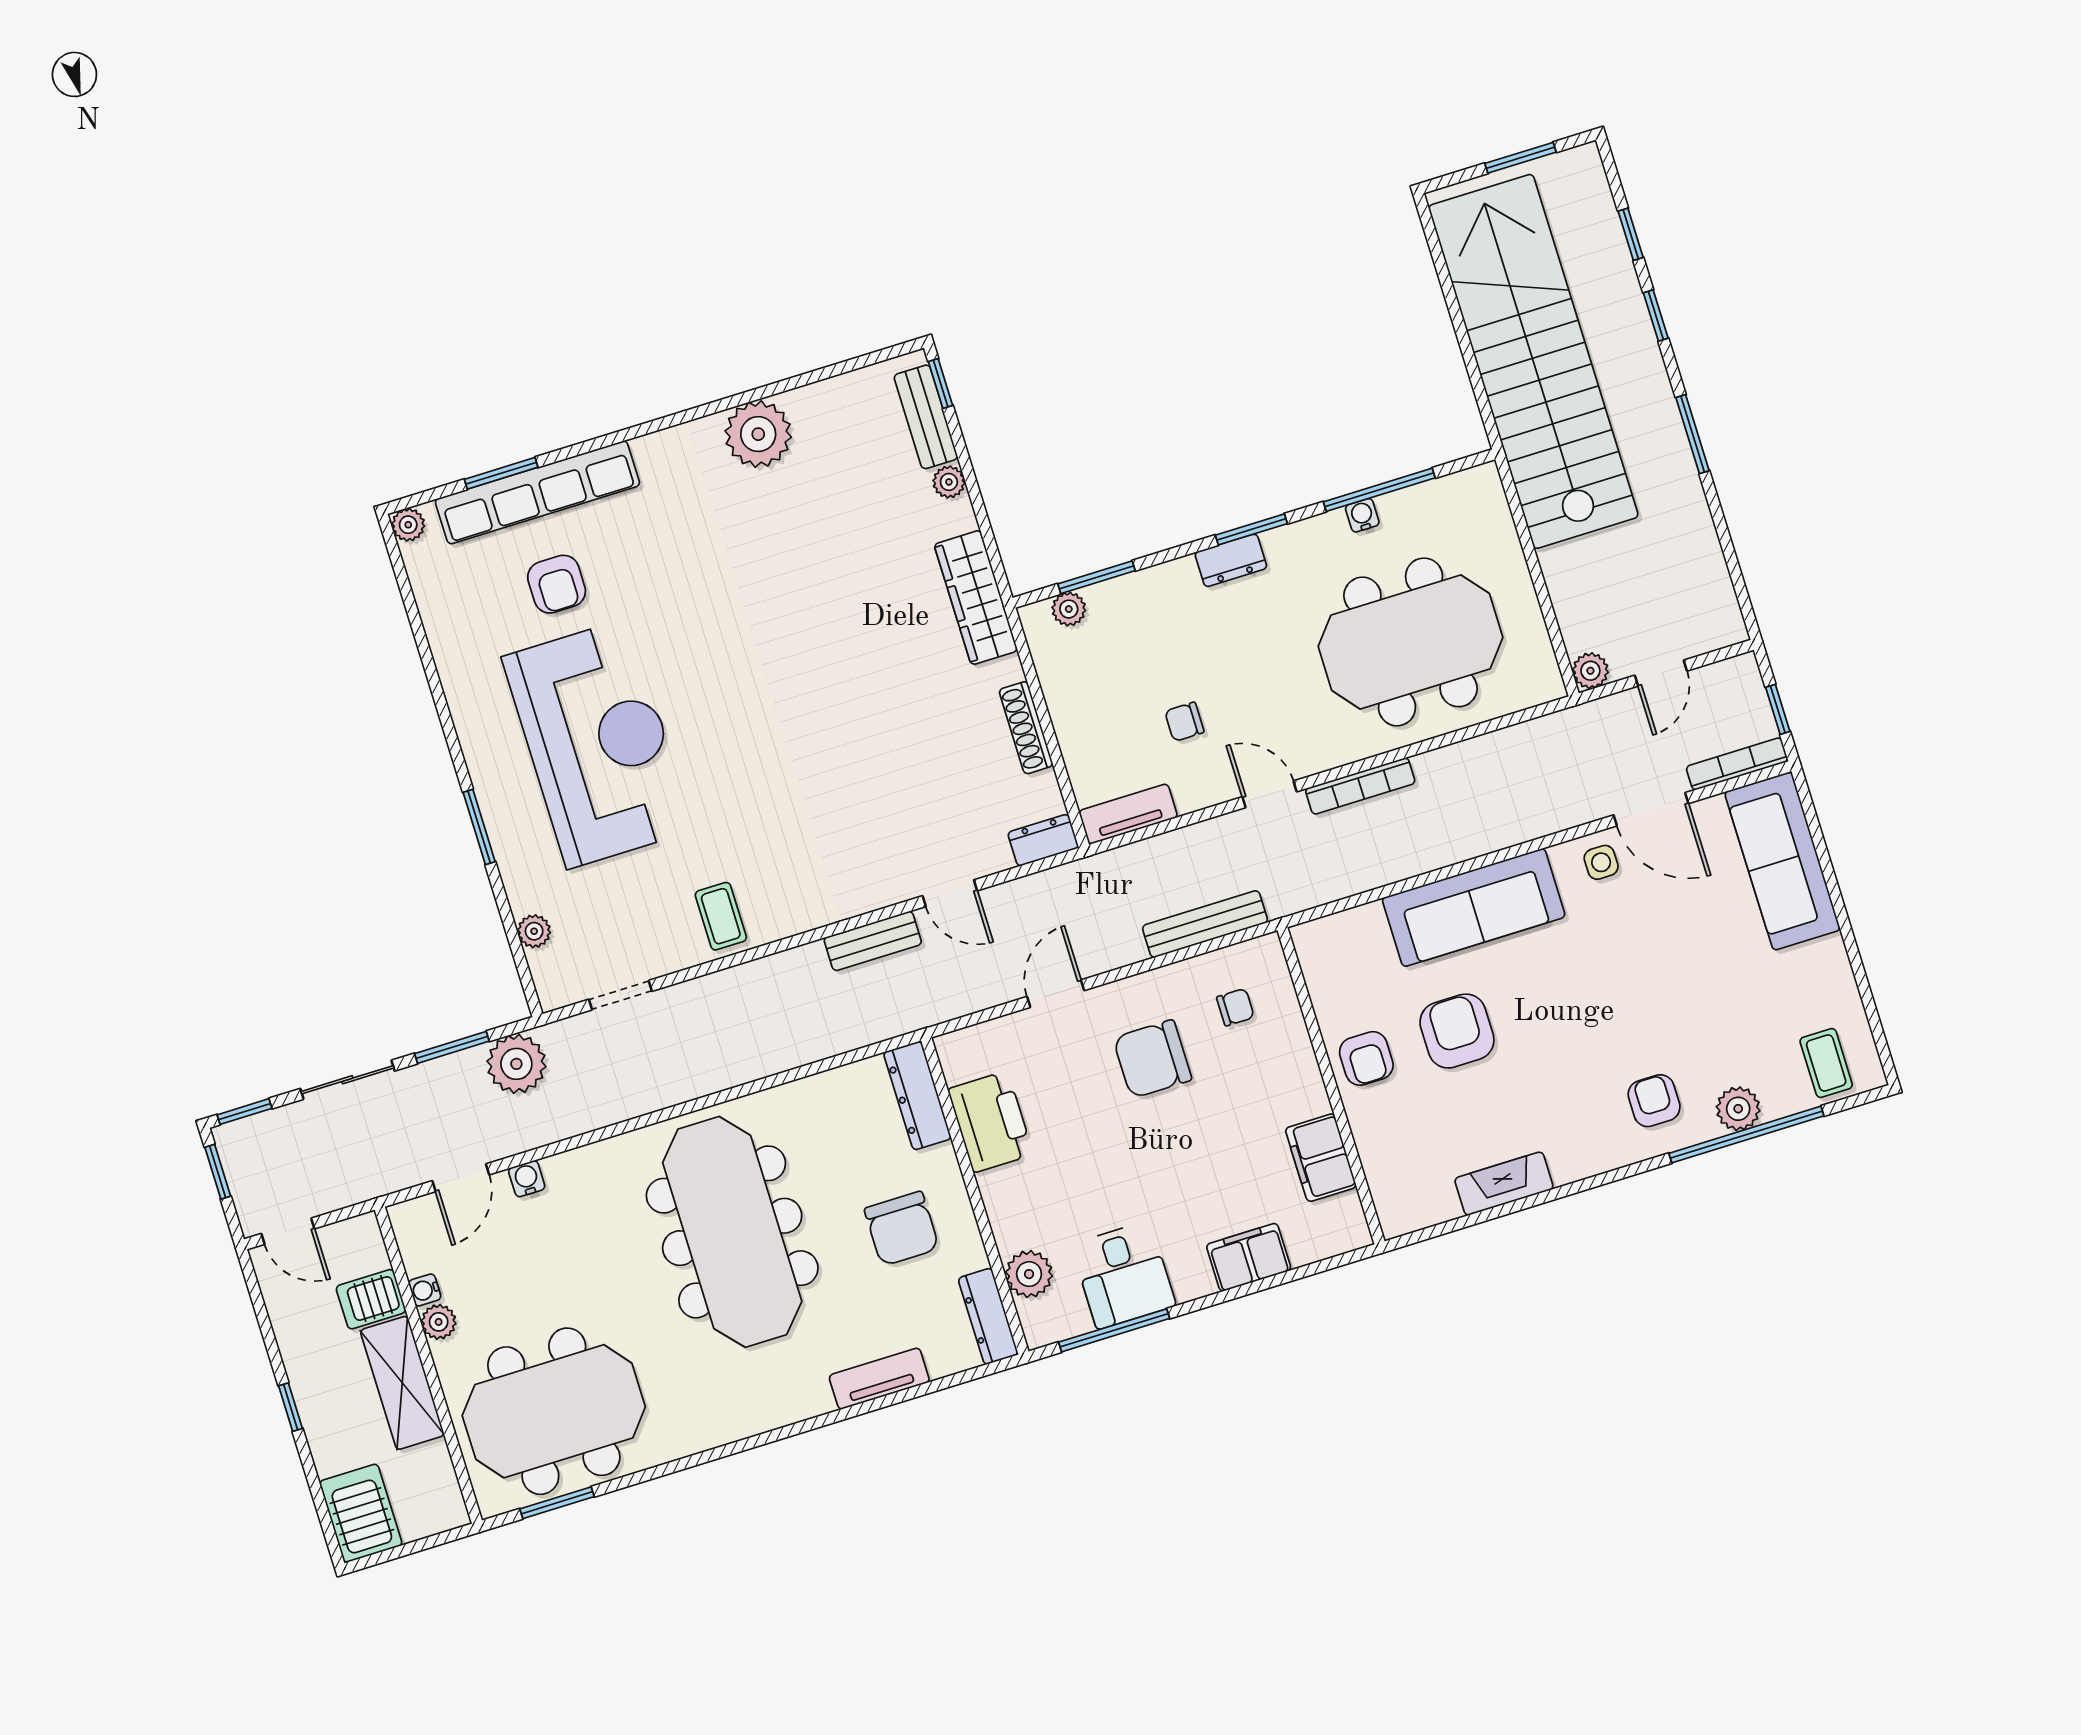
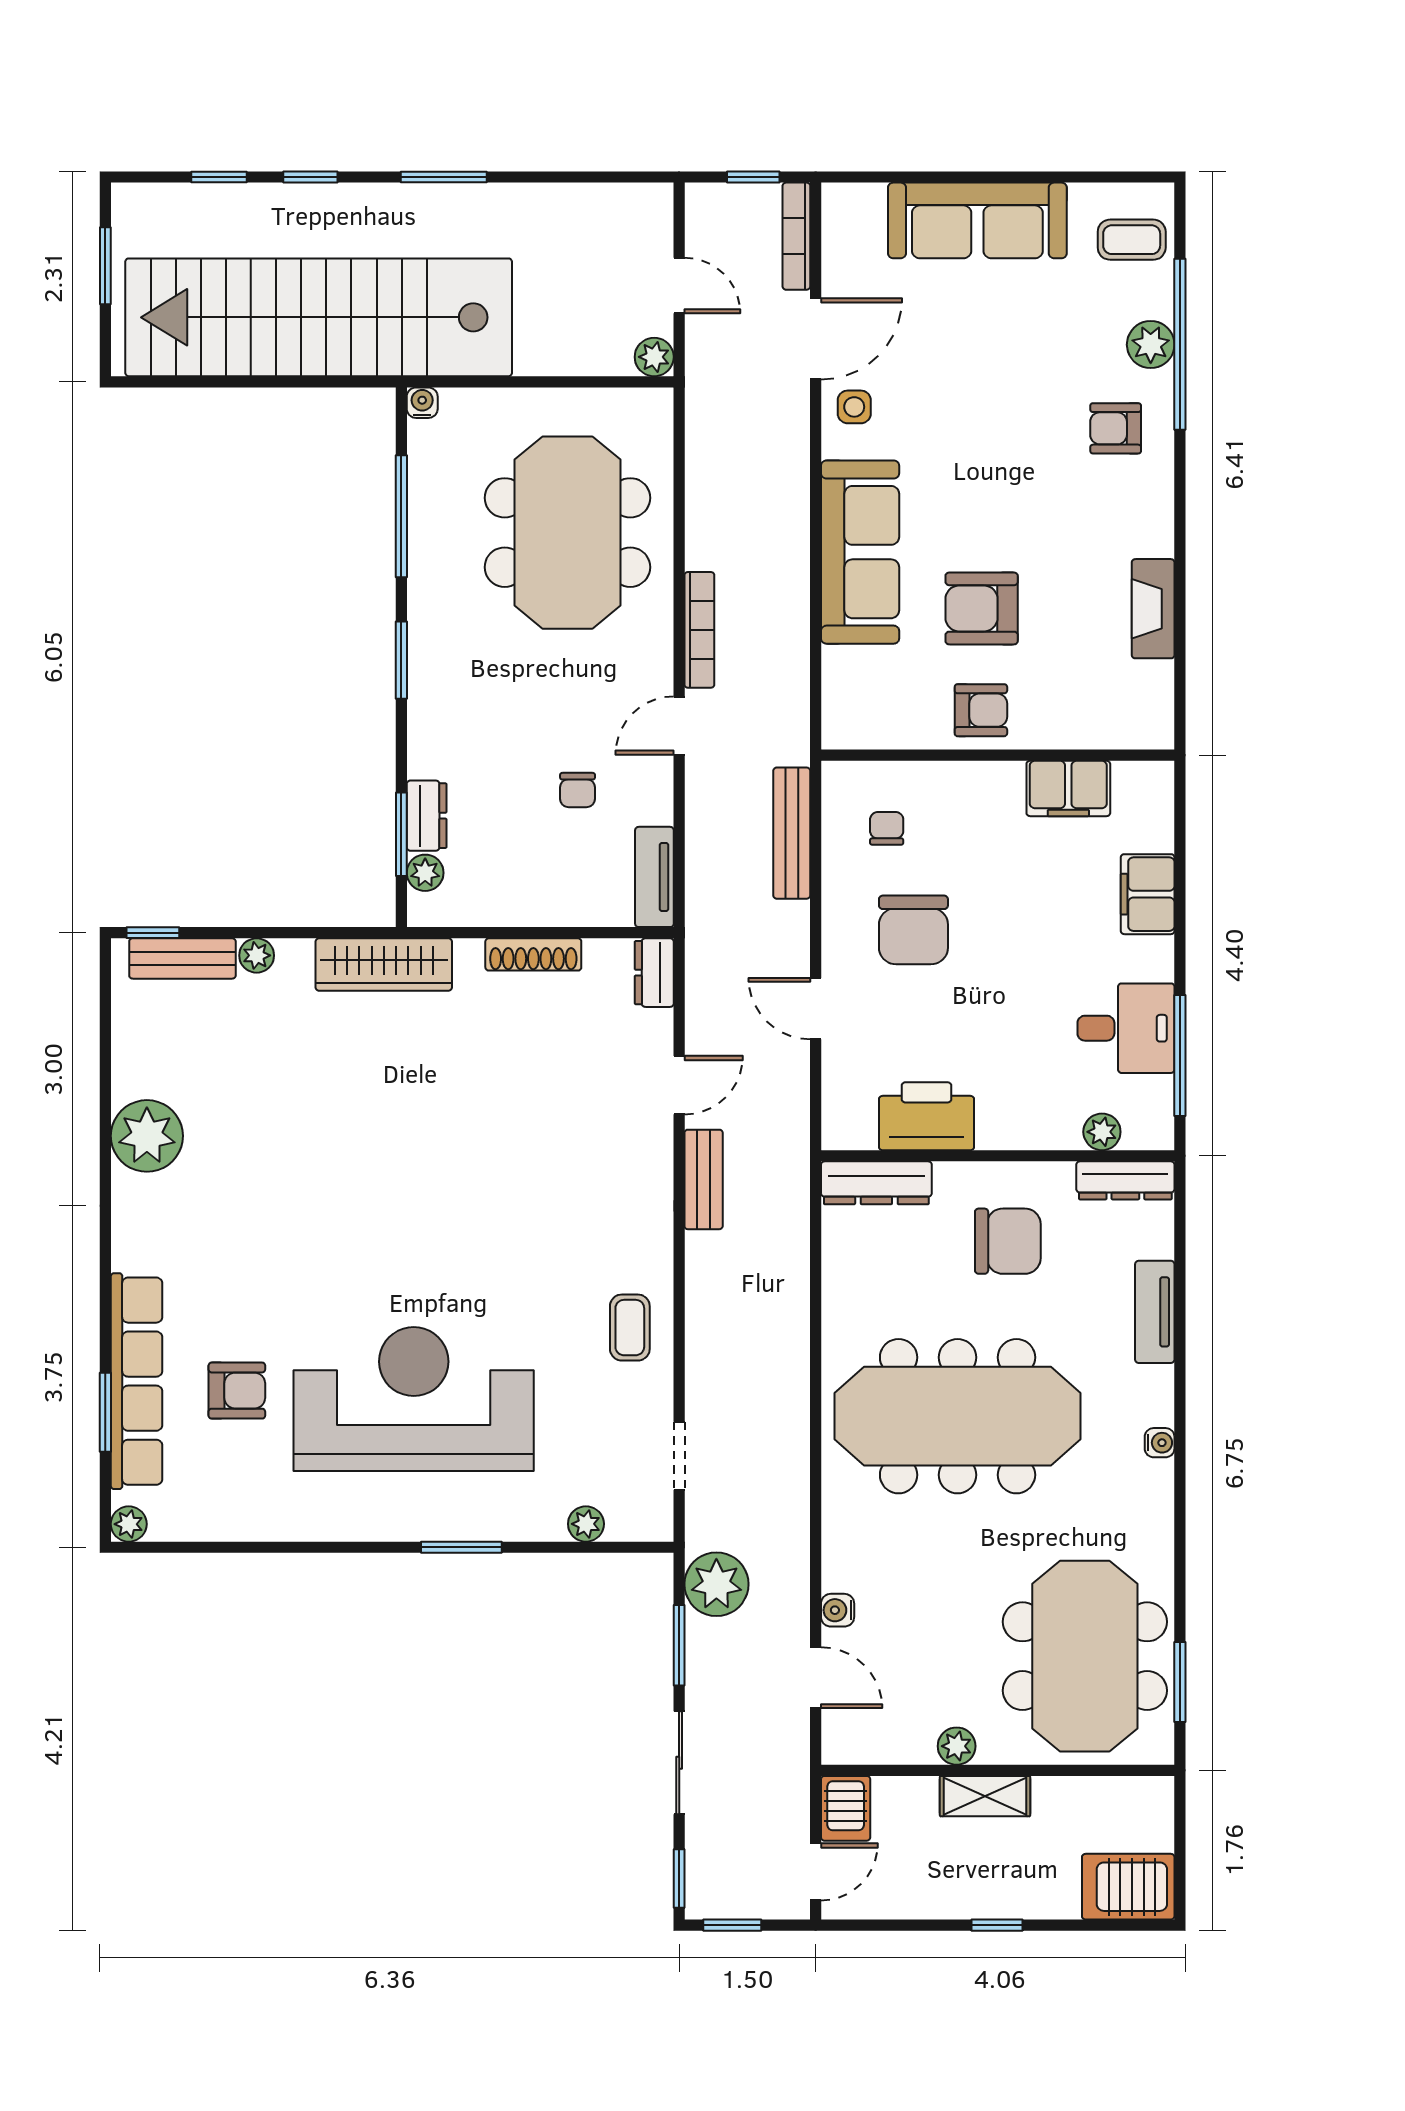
water cooler: (1362, 515) -> (422, 403), moved, turned 90
dresser: (1231, 560) -> (427, 816), moved
sofa: (1782, 861) -> (977, 220), moved
coffee table: (721, 916) -> (630, 1328), turned 90
plant: (1029, 1274) -> (1102, 1132), width x0.73, depth x0.73
water cooler: (425, 1290) -> (1160, 1443), moved, turned -90
server rack: (371, 1299) -> (846, 1808), moved
shelving: (402, 1383) -> (985, 1796), width x0.67, depth x0.75

